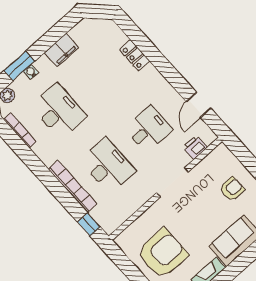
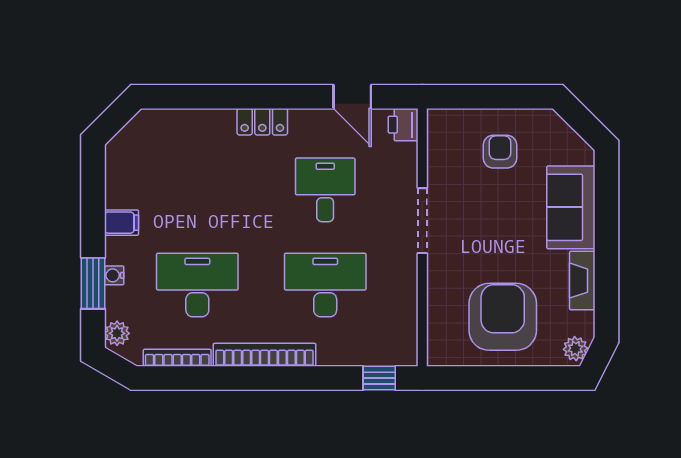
filing cabinet: (62, 50) -> (122, 223), width x0.50
locker: (135, 55) -> (262, 122), moved
printer: (195, 147) -> (403, 125), moved
bookcase: (73, 186) -> (265, 355), moved

